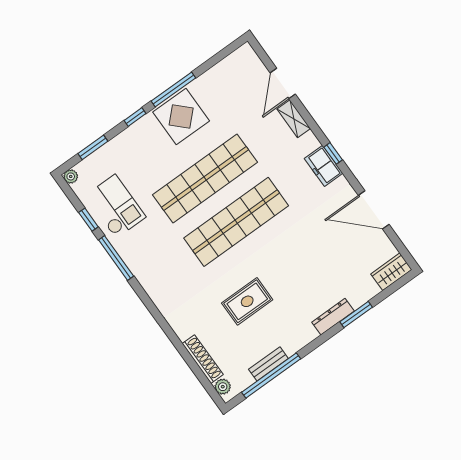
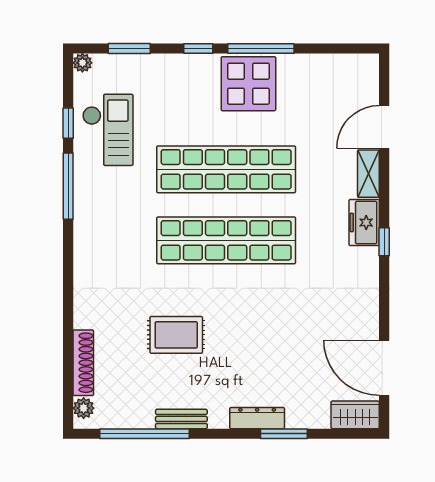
freezer: (324, 166) -> (364, 222), moved
door: (374, 210) -> (384, 368), moved
bench: (268, 364) -> (181, 419), moved

